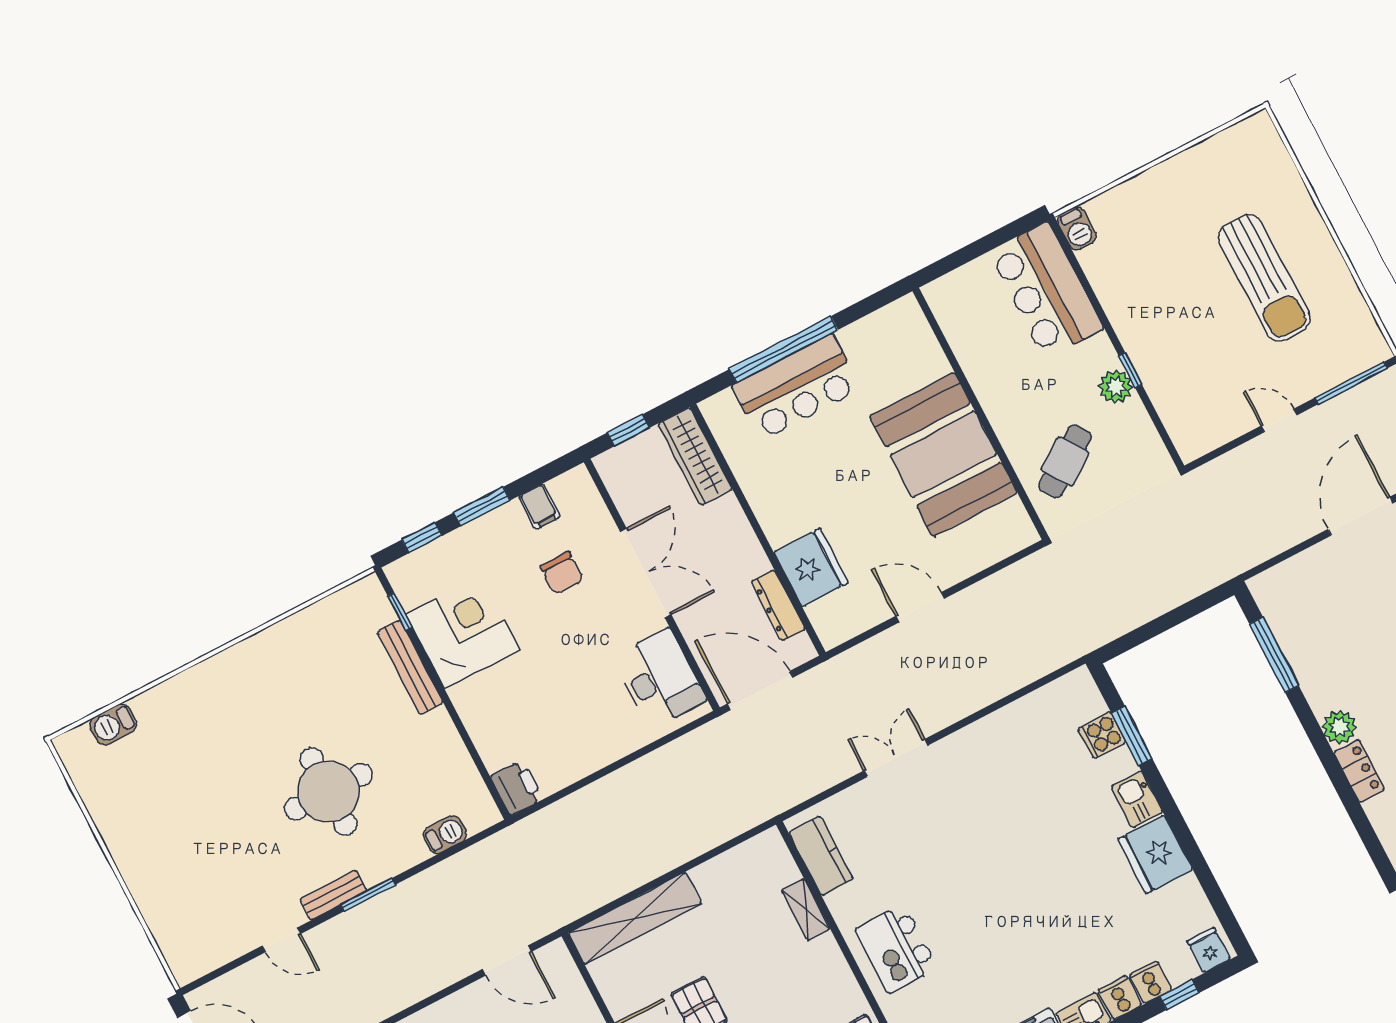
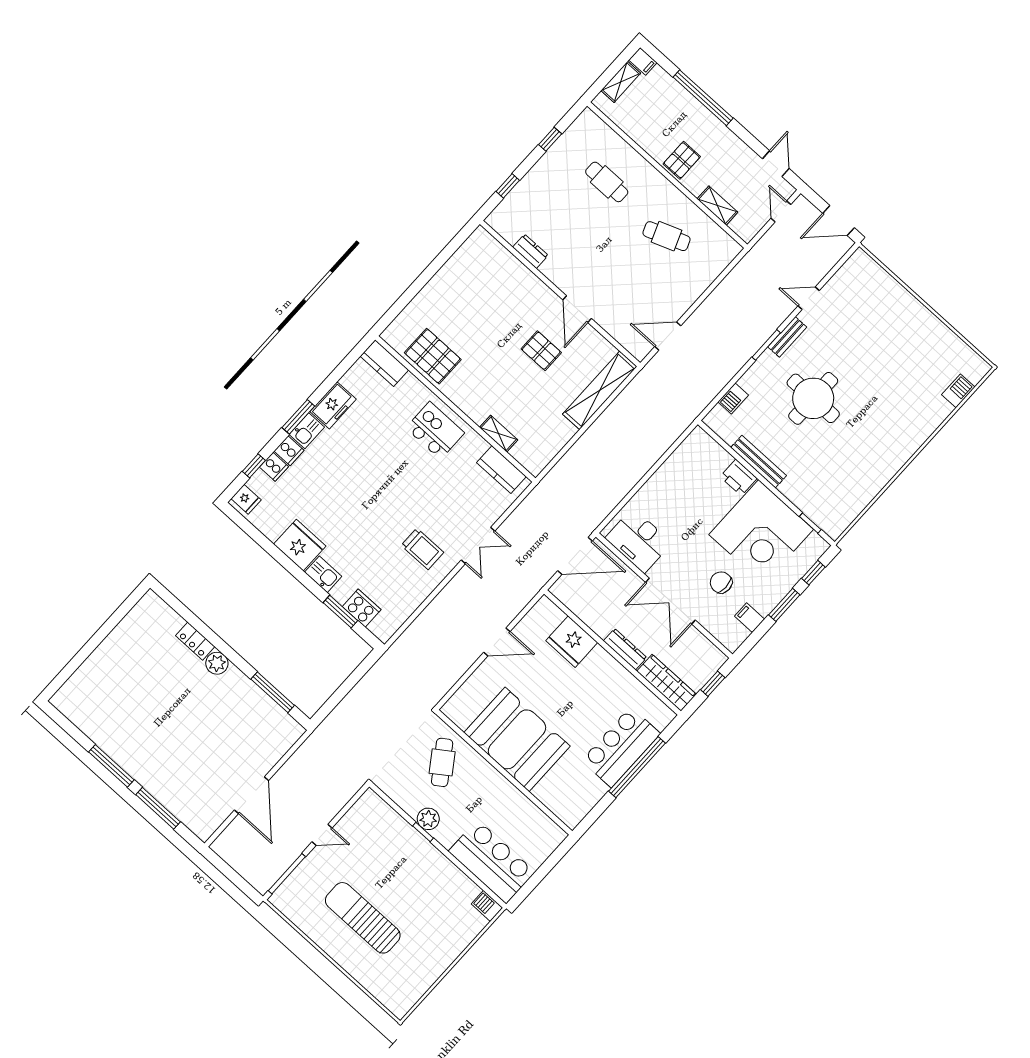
dresser: (778, 605) -> (625, 649), moved
corner desk: (463, 632) -> (761, 532), width x1.36, depth x1.36
bench: (410, 667) -> (759, 462), moved
cooker: (1102, 735) -> (362, 608), width x1.36
trolley: (979, 783) -> (422, 549), added
printer: (517, 788) -> (739, 477), moved

